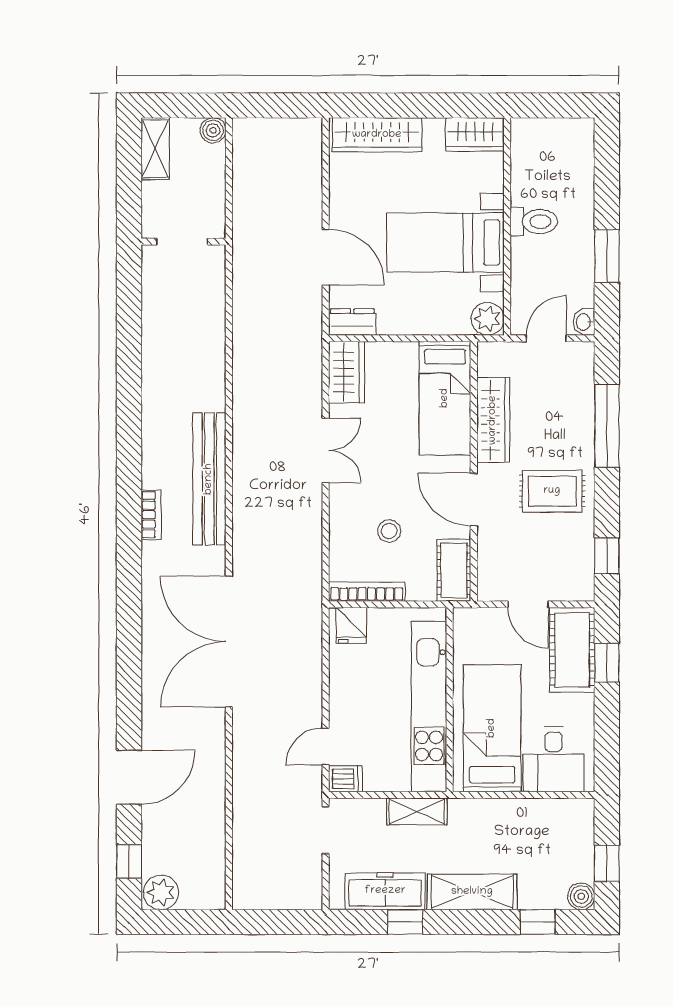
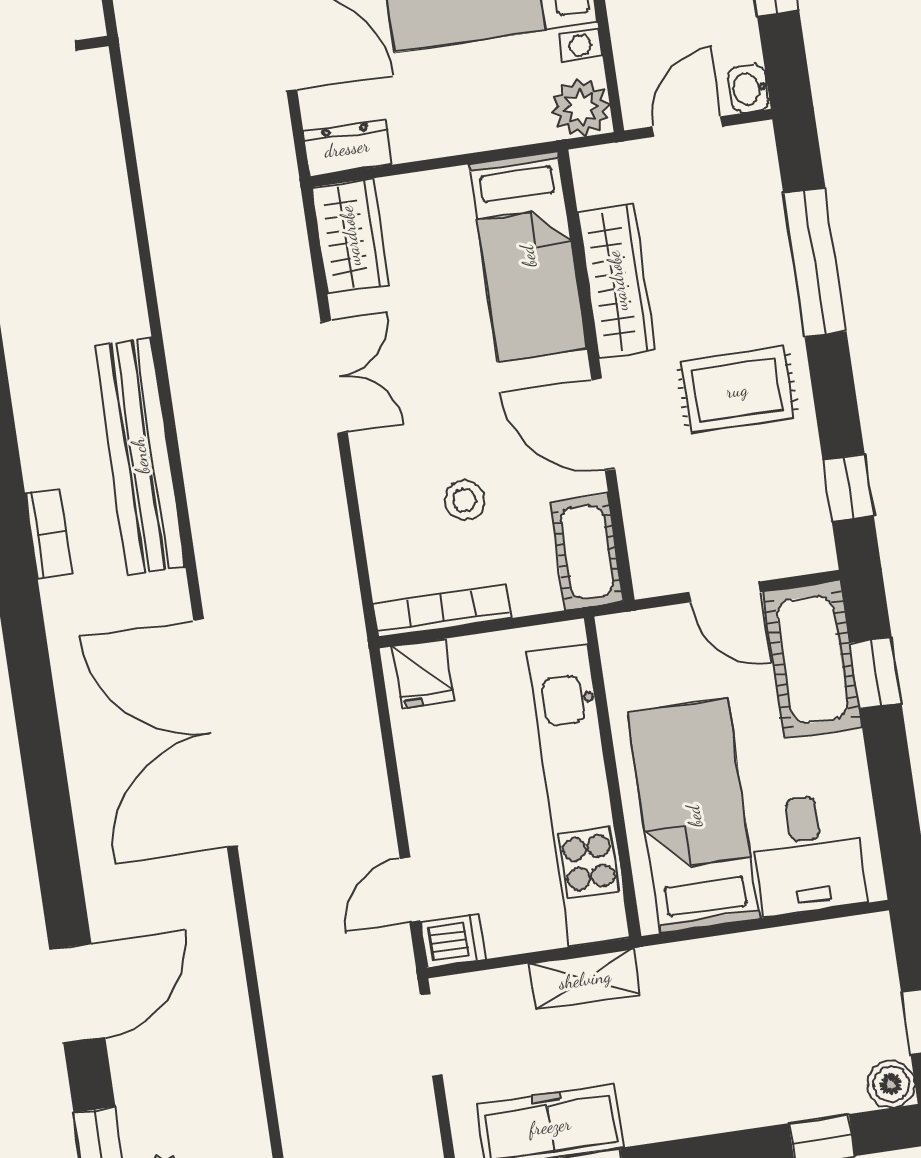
shelving: (472, 892) -> (701, 1104), removed

